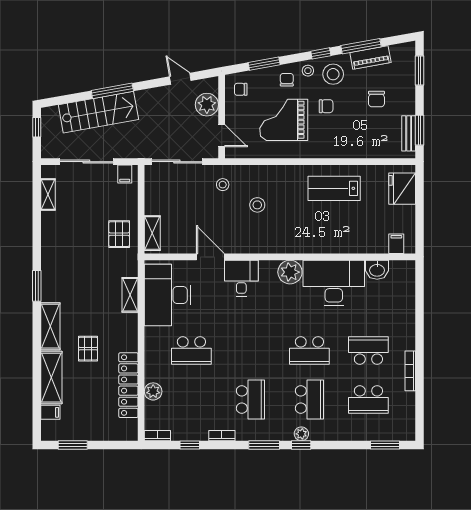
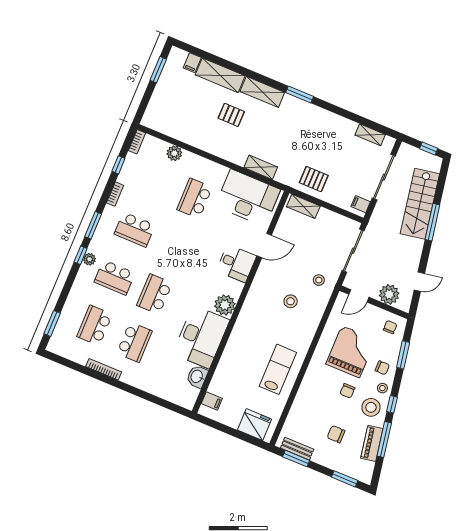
locker: (128, 385) -> (188, 135), removed

